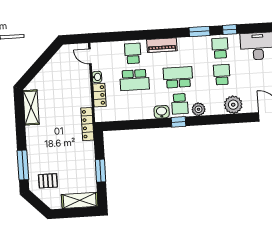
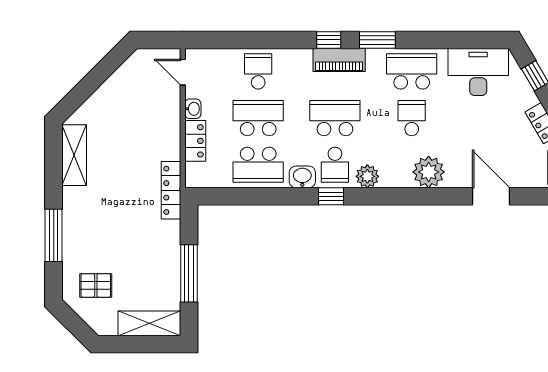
window: (230, 30) -> (329, 40), moved
piano: (162, 45) -> (339, 60), moved
school desk: (220, 48) -> (412, 71), width x1.85
school desk: (134, 80) -> (258, 118), turned 180
school desk: (136, 107) -> (258, 165), added
window: (23, 165) -> (54, 235), moved
window: (100, 171) -> (189, 273), width x1.44

